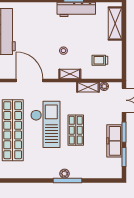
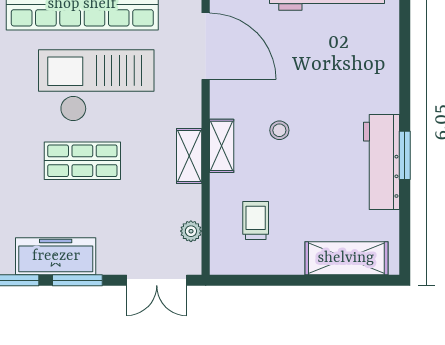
door: (29, 80) -> (206, 46), hinge flipped
shelving: (88, 87) -> (189, 156), moved
checkout: (45, 124) -> (96, 86), turned 180

